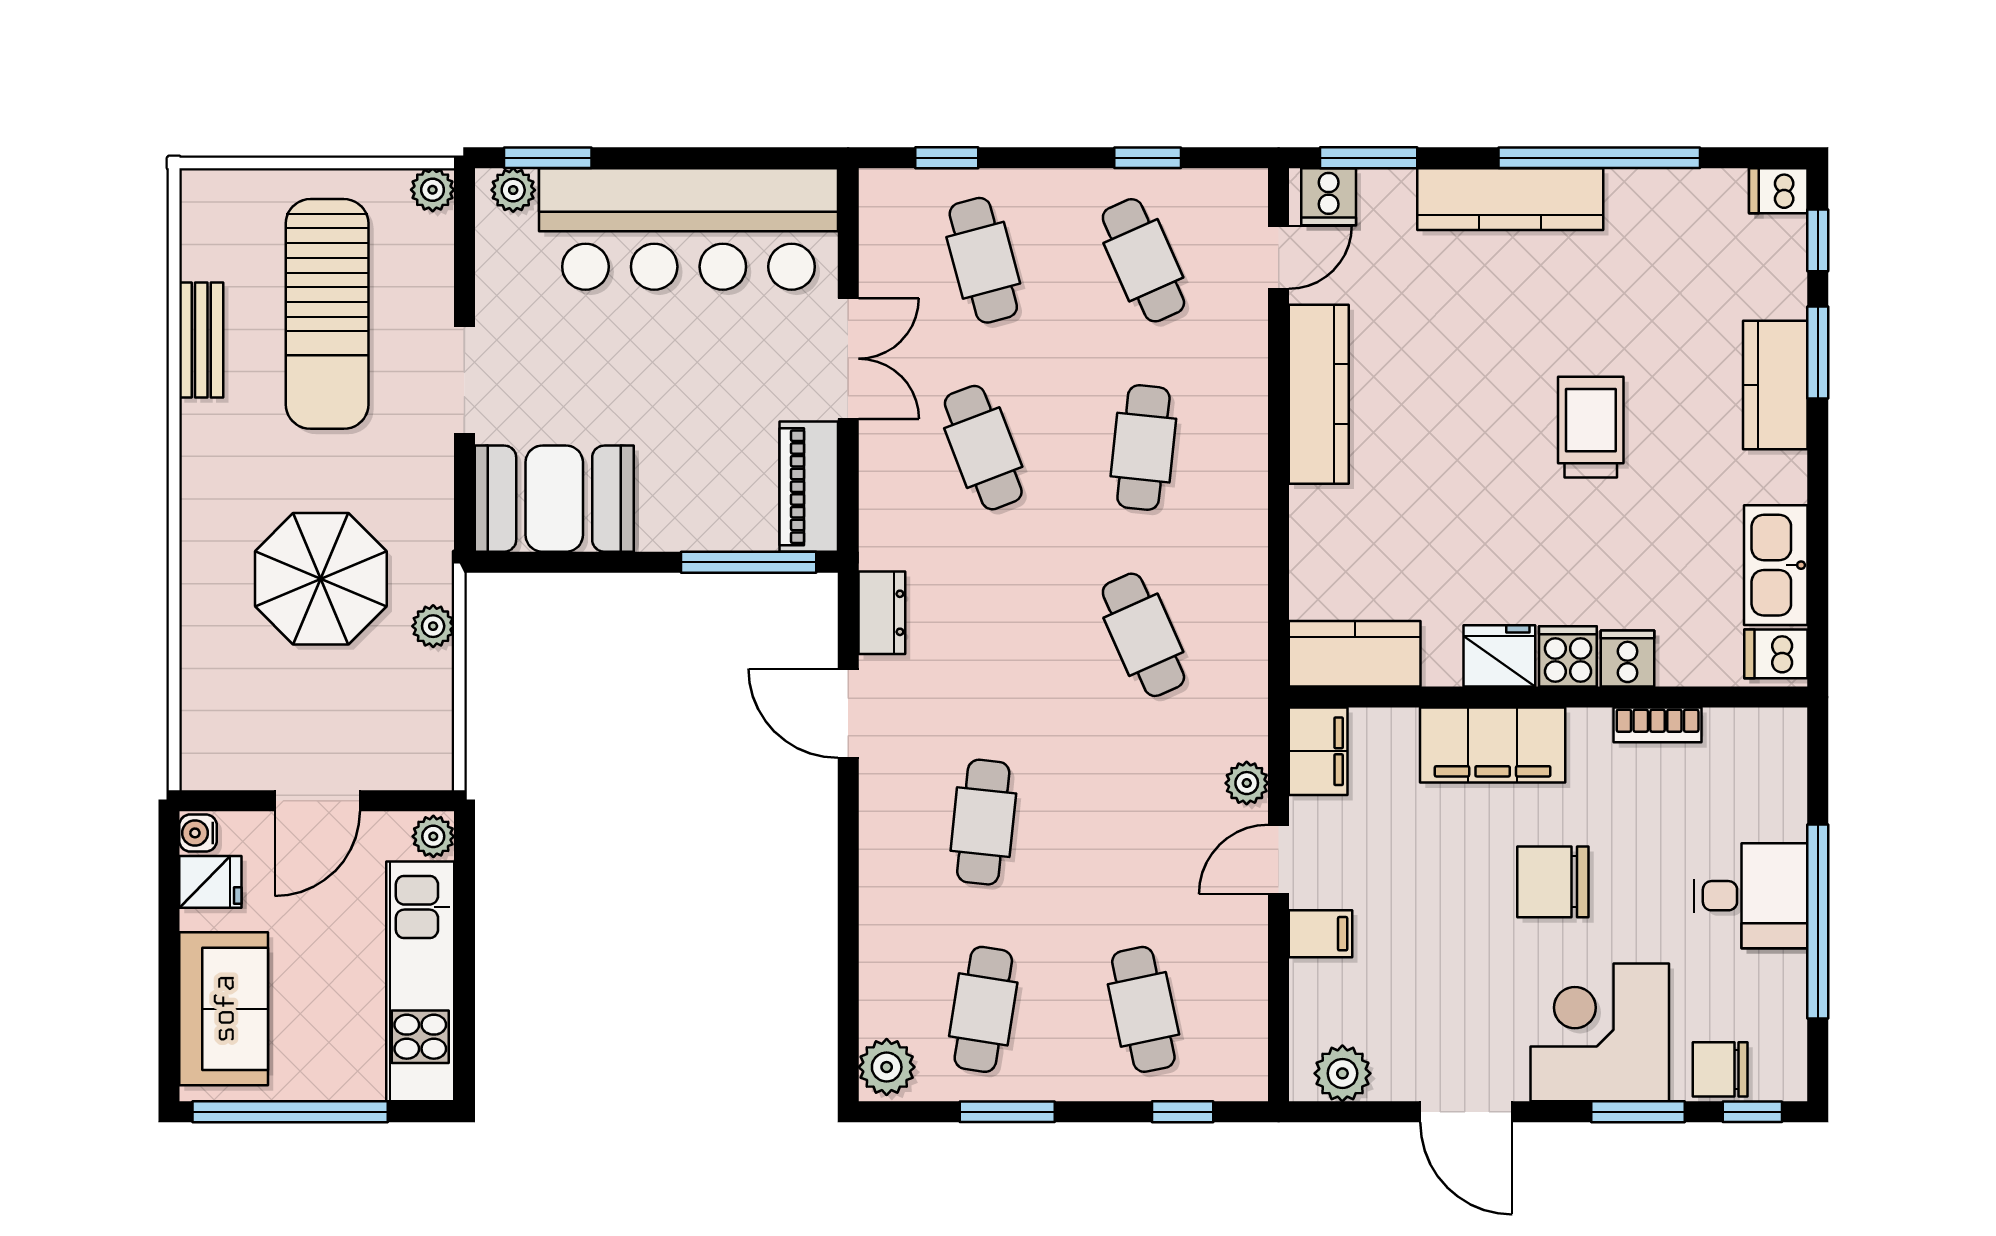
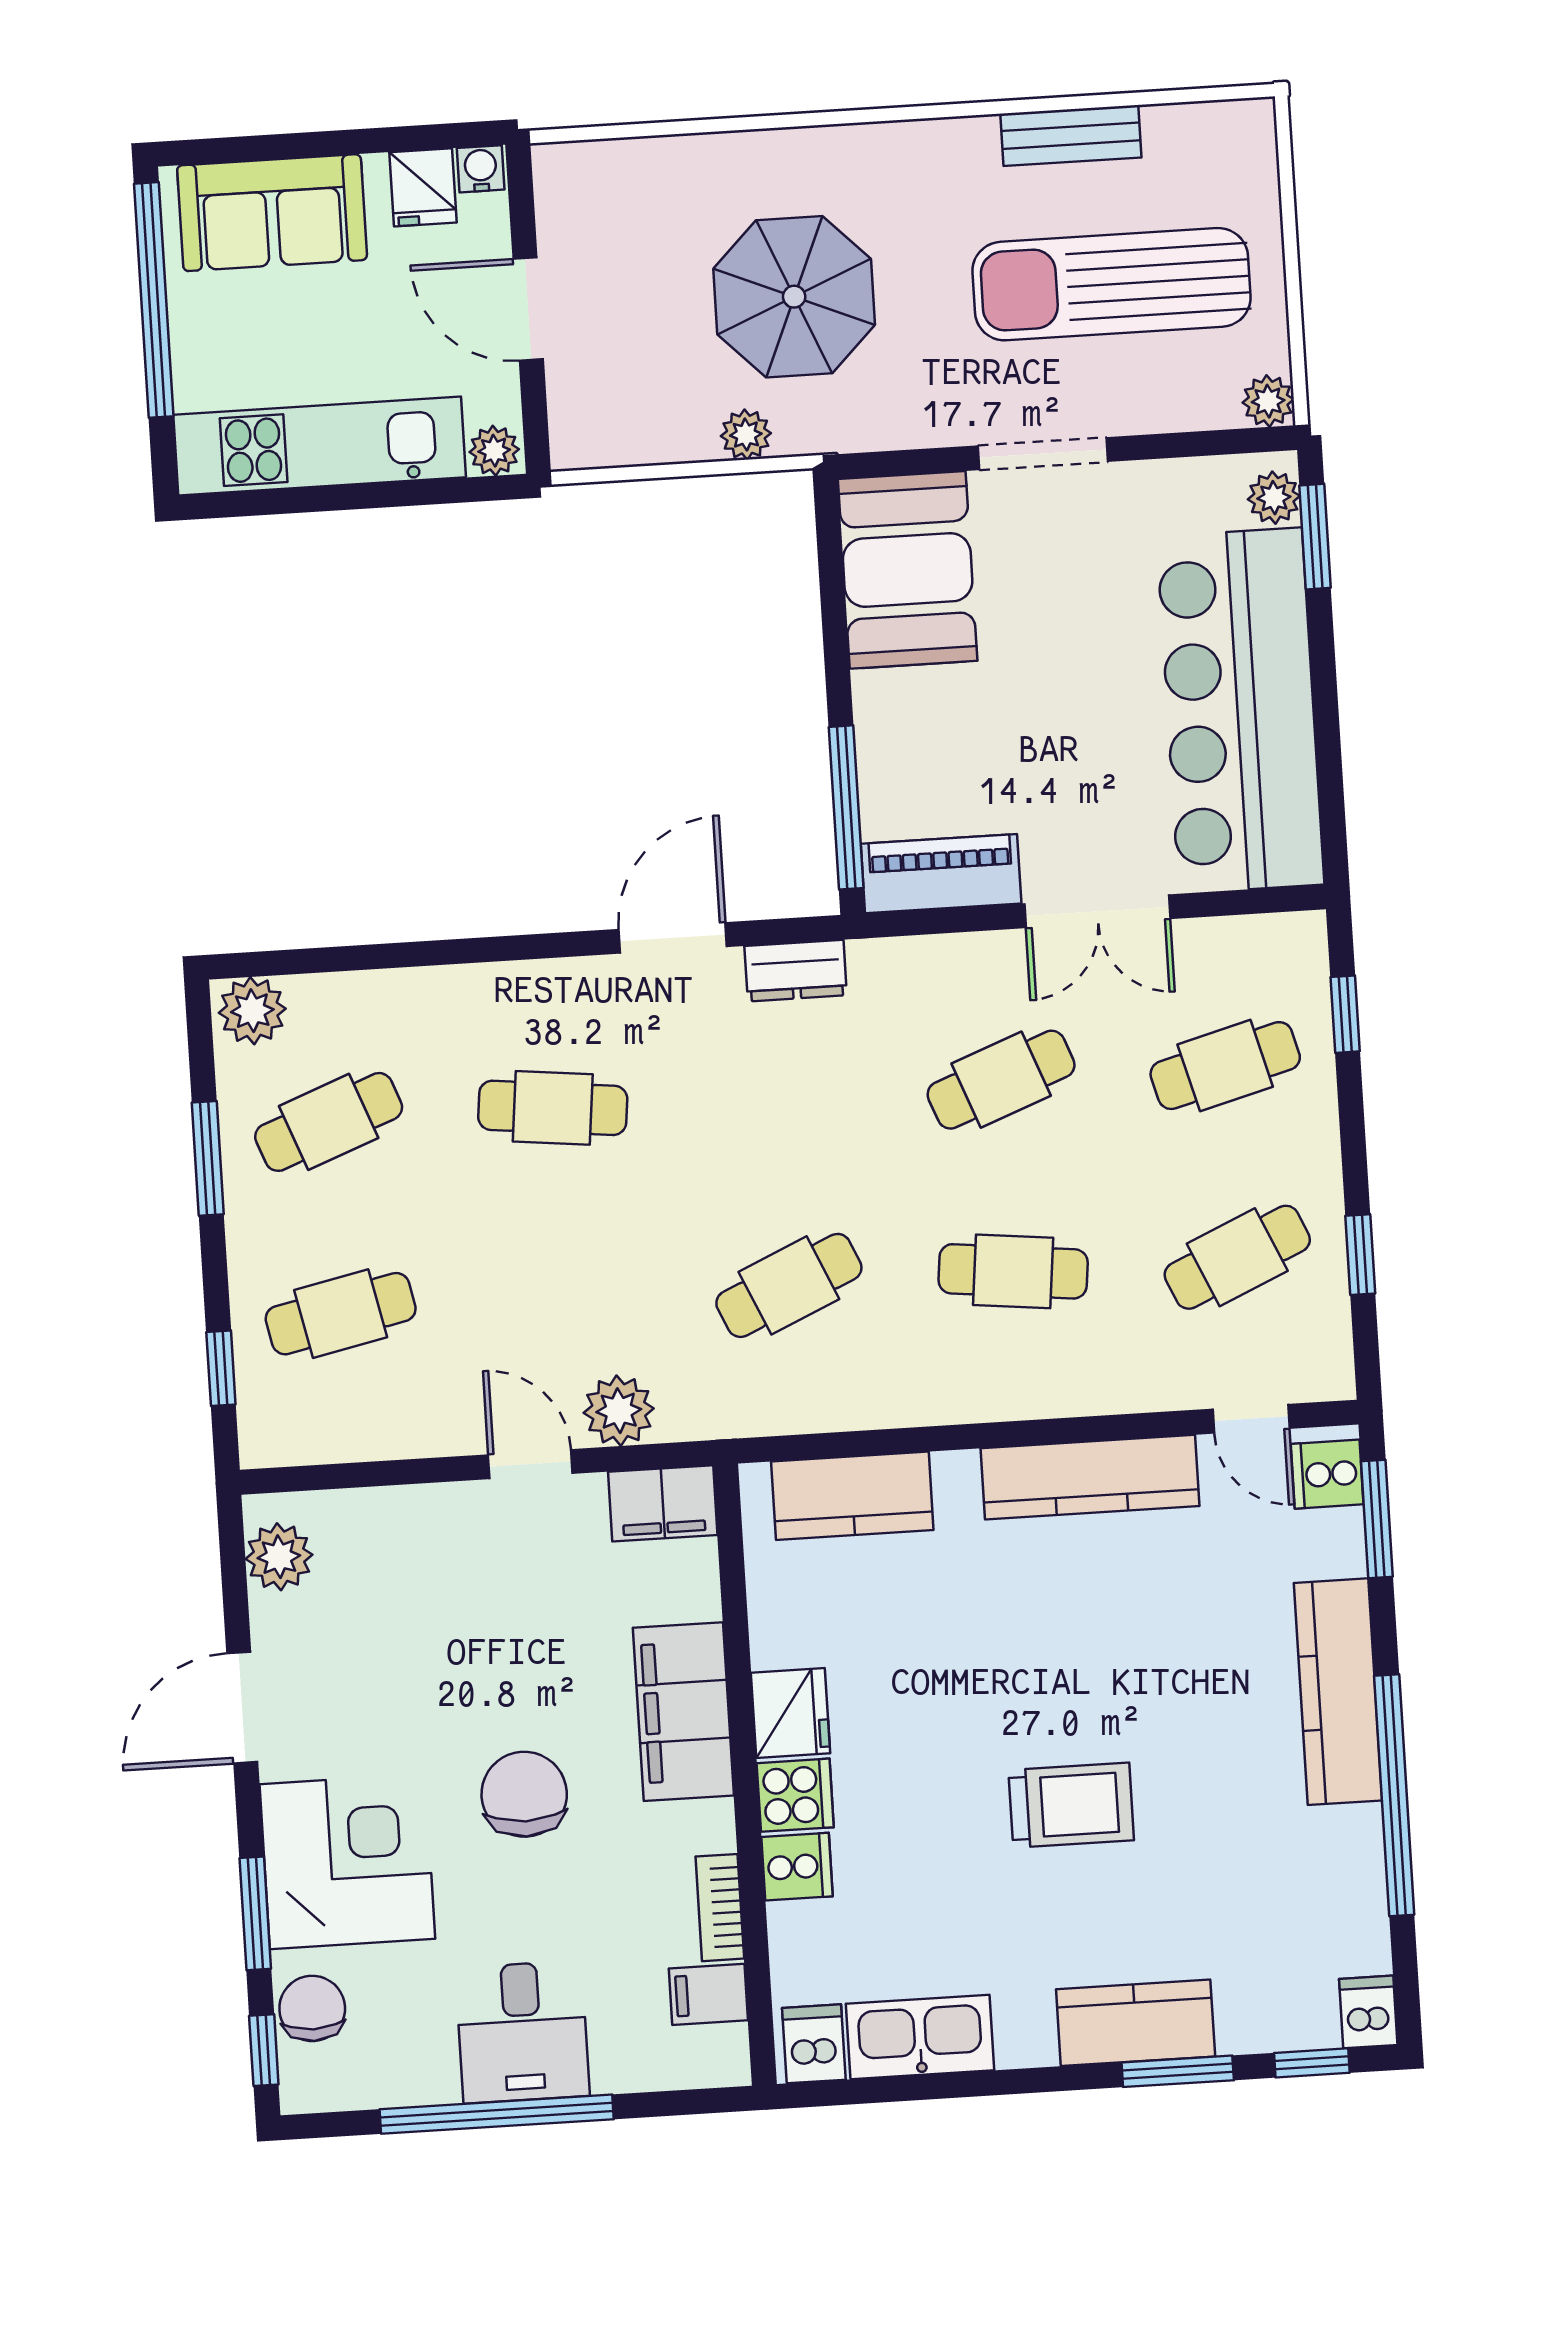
kitchen counter: (1355, 654) -> (852, 1496), moved, turned 90
plant: (1247, 783) -> (619, 1411), width x1.38, depth x1.38
filing cabinet: (1321, 934) -> (708, 1994), moved, turned 90
cafe table: (983, 1009) -> (329, 1122), turned -30

